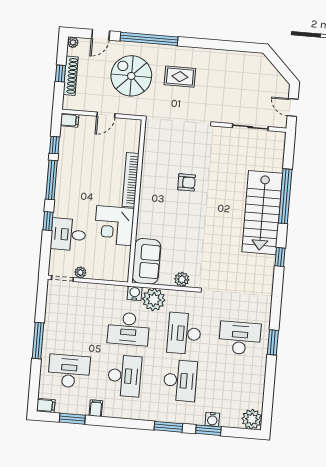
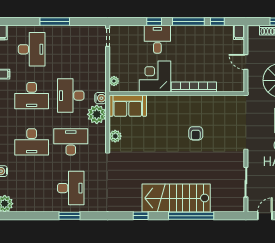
desk: (68, 235) -> (157, 39), moved
plant: (80, 272) -> (114, 81), moved

